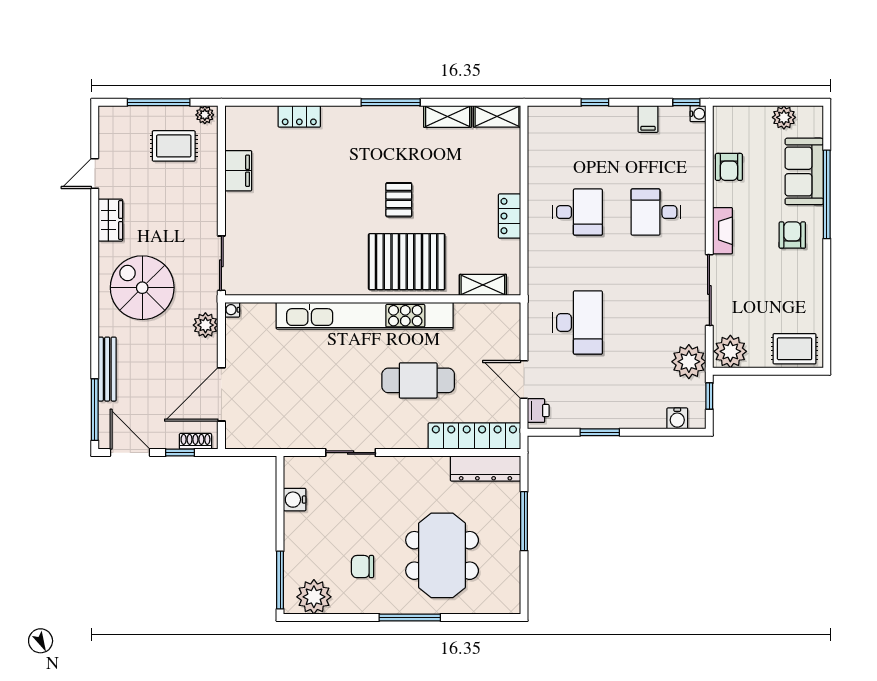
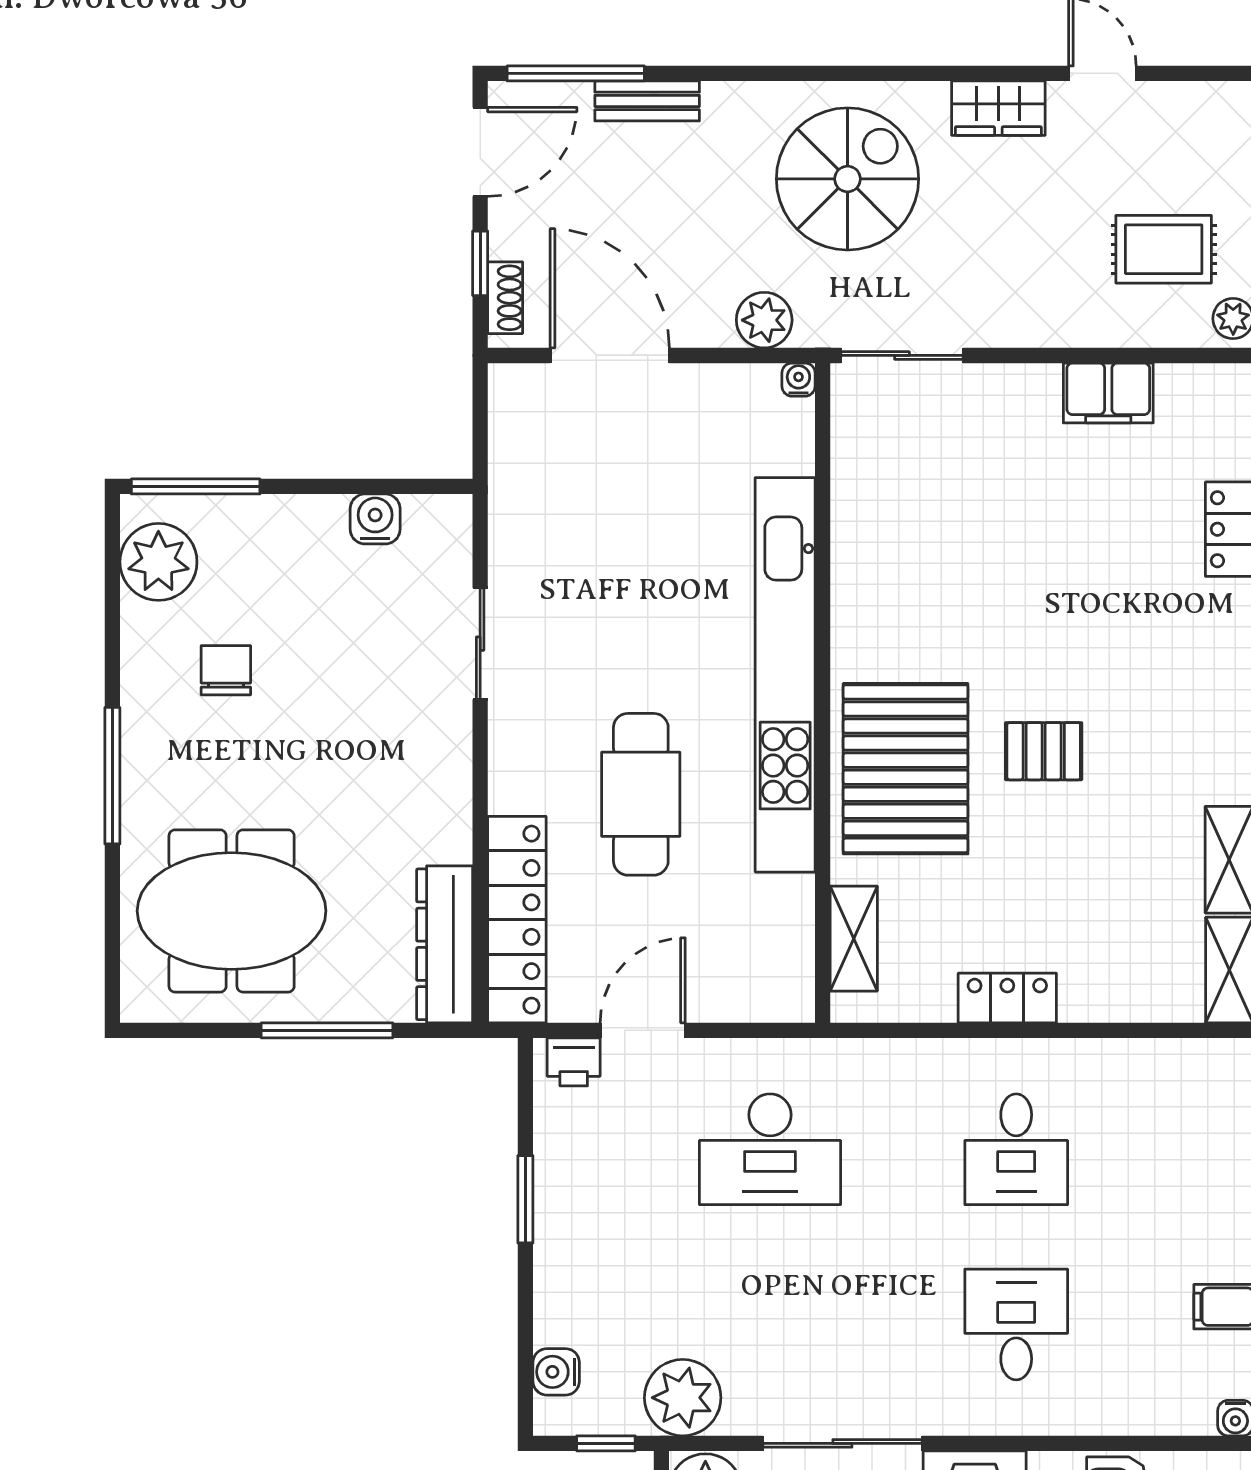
rug: (174, 146) -> (1164, 249), turned 90
bench: (107, 369) -> (647, 101), width x0.73
meeting table: (442, 555) -> (232, 911), moved

